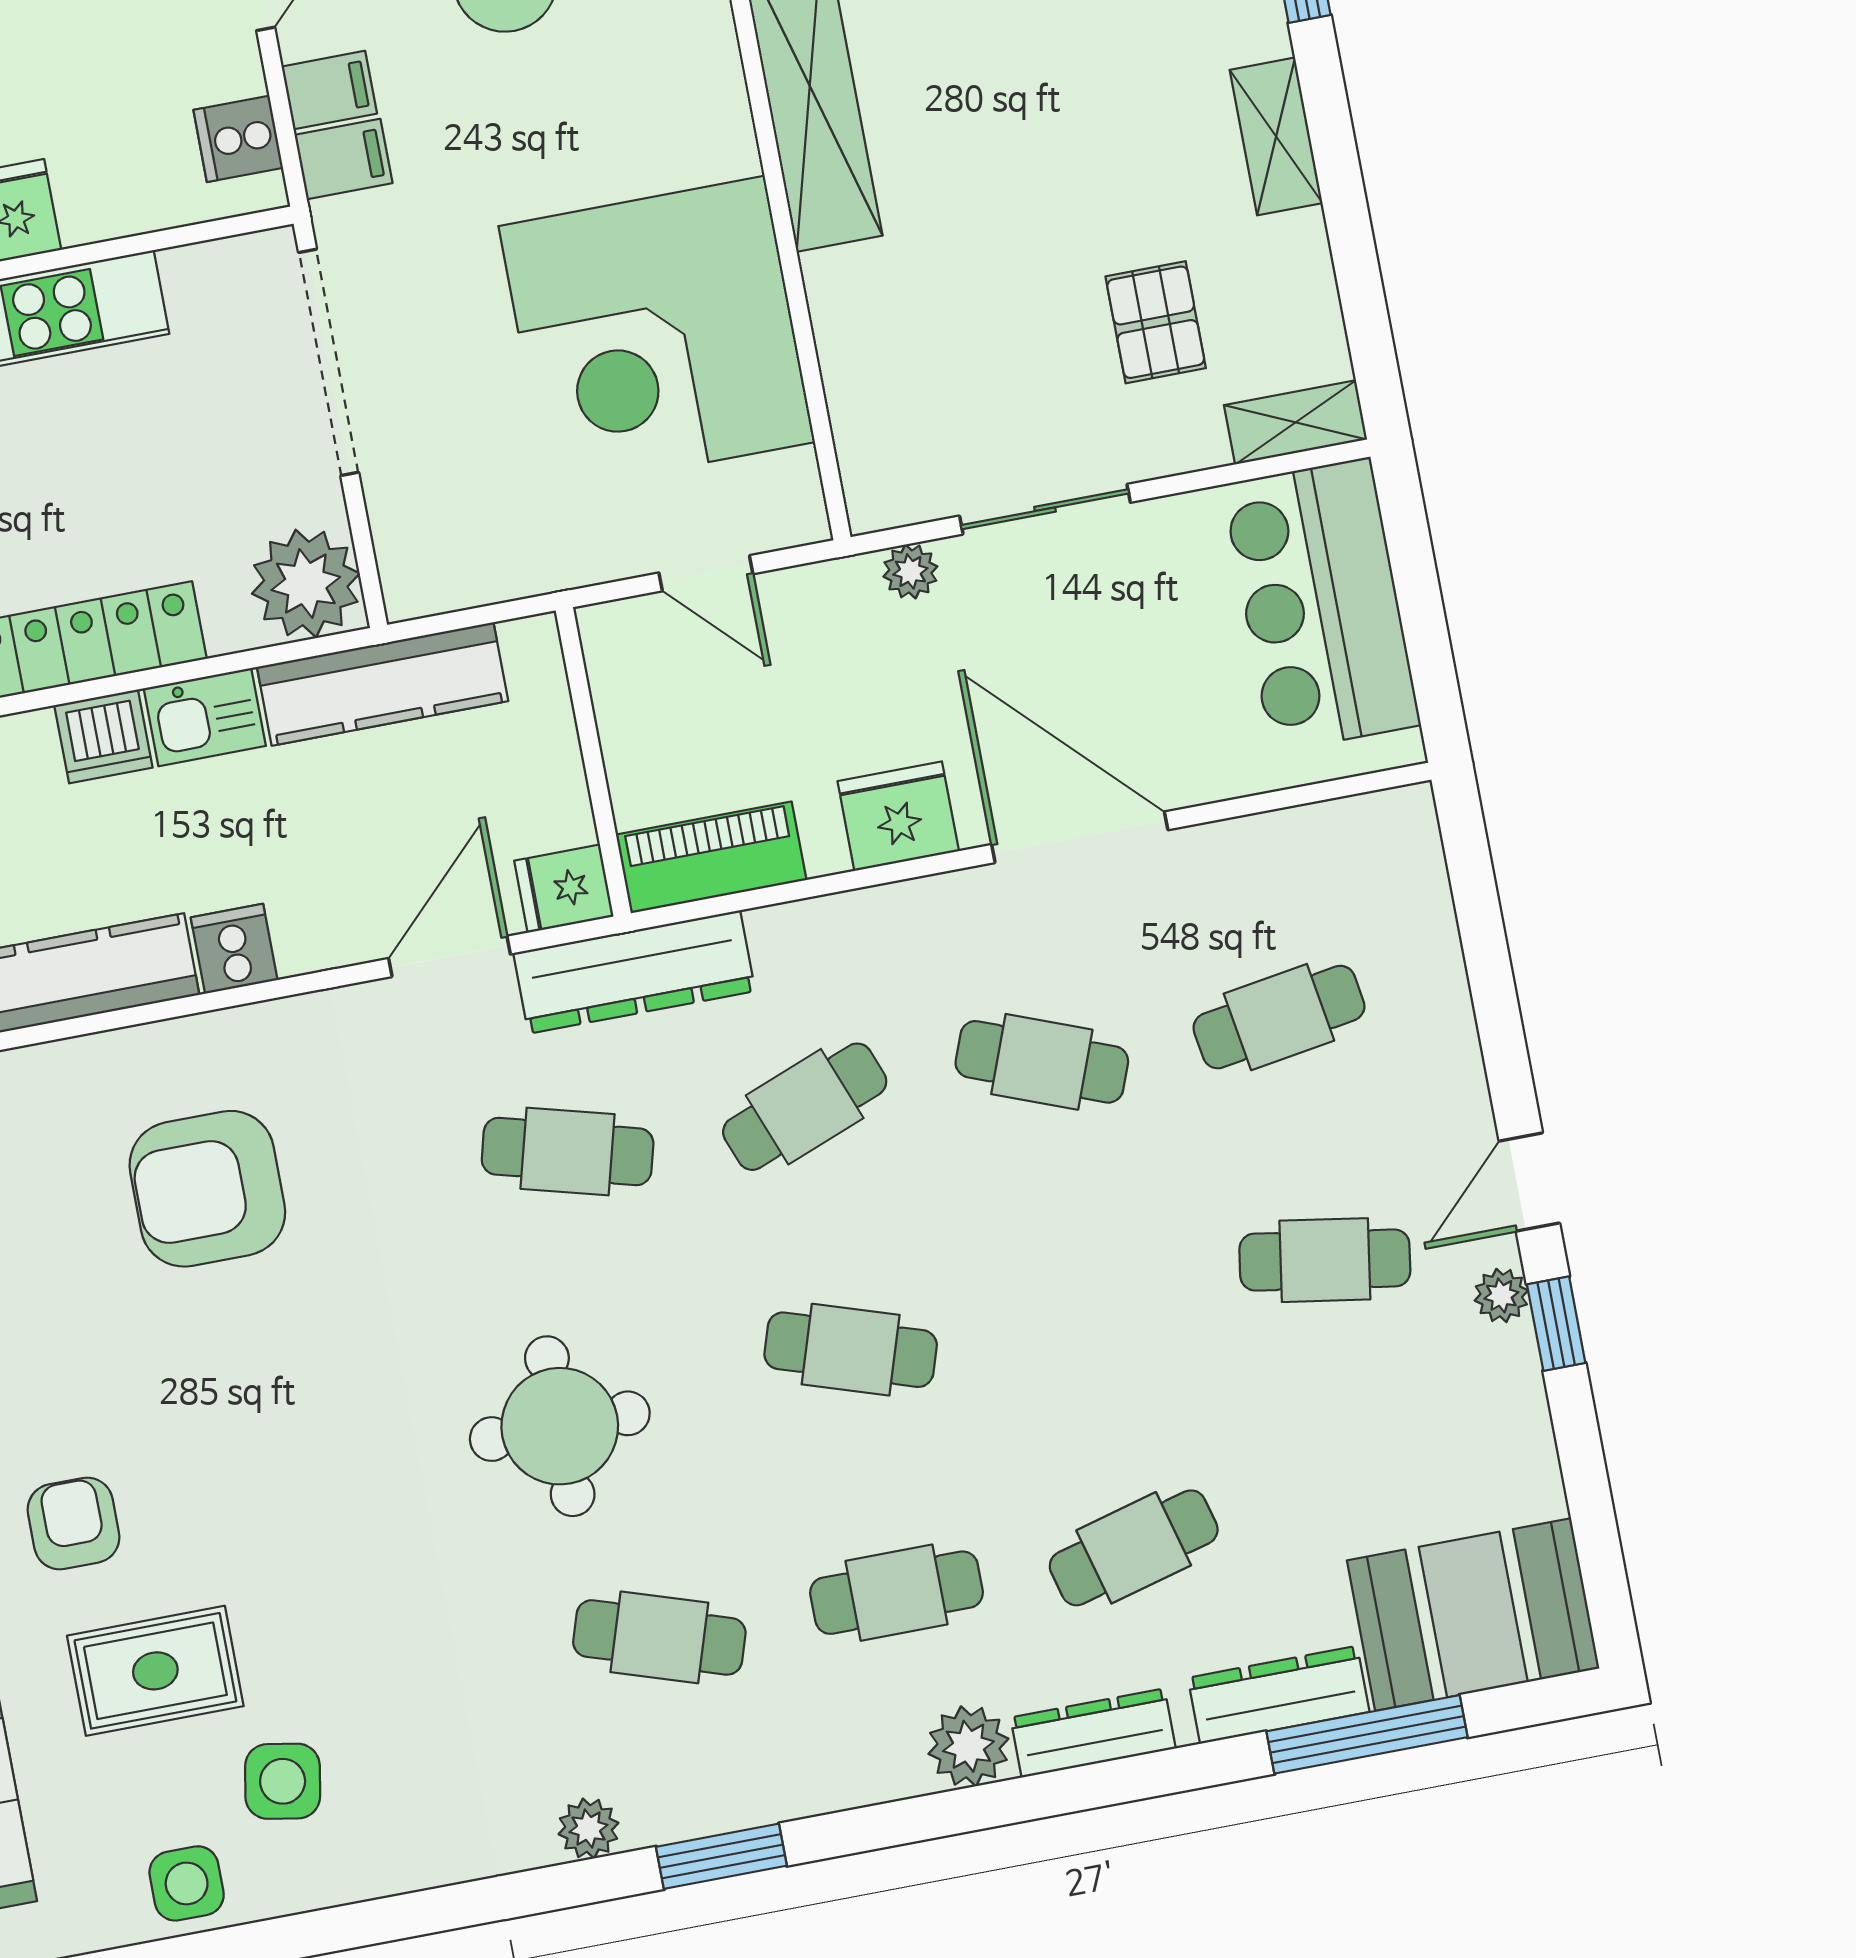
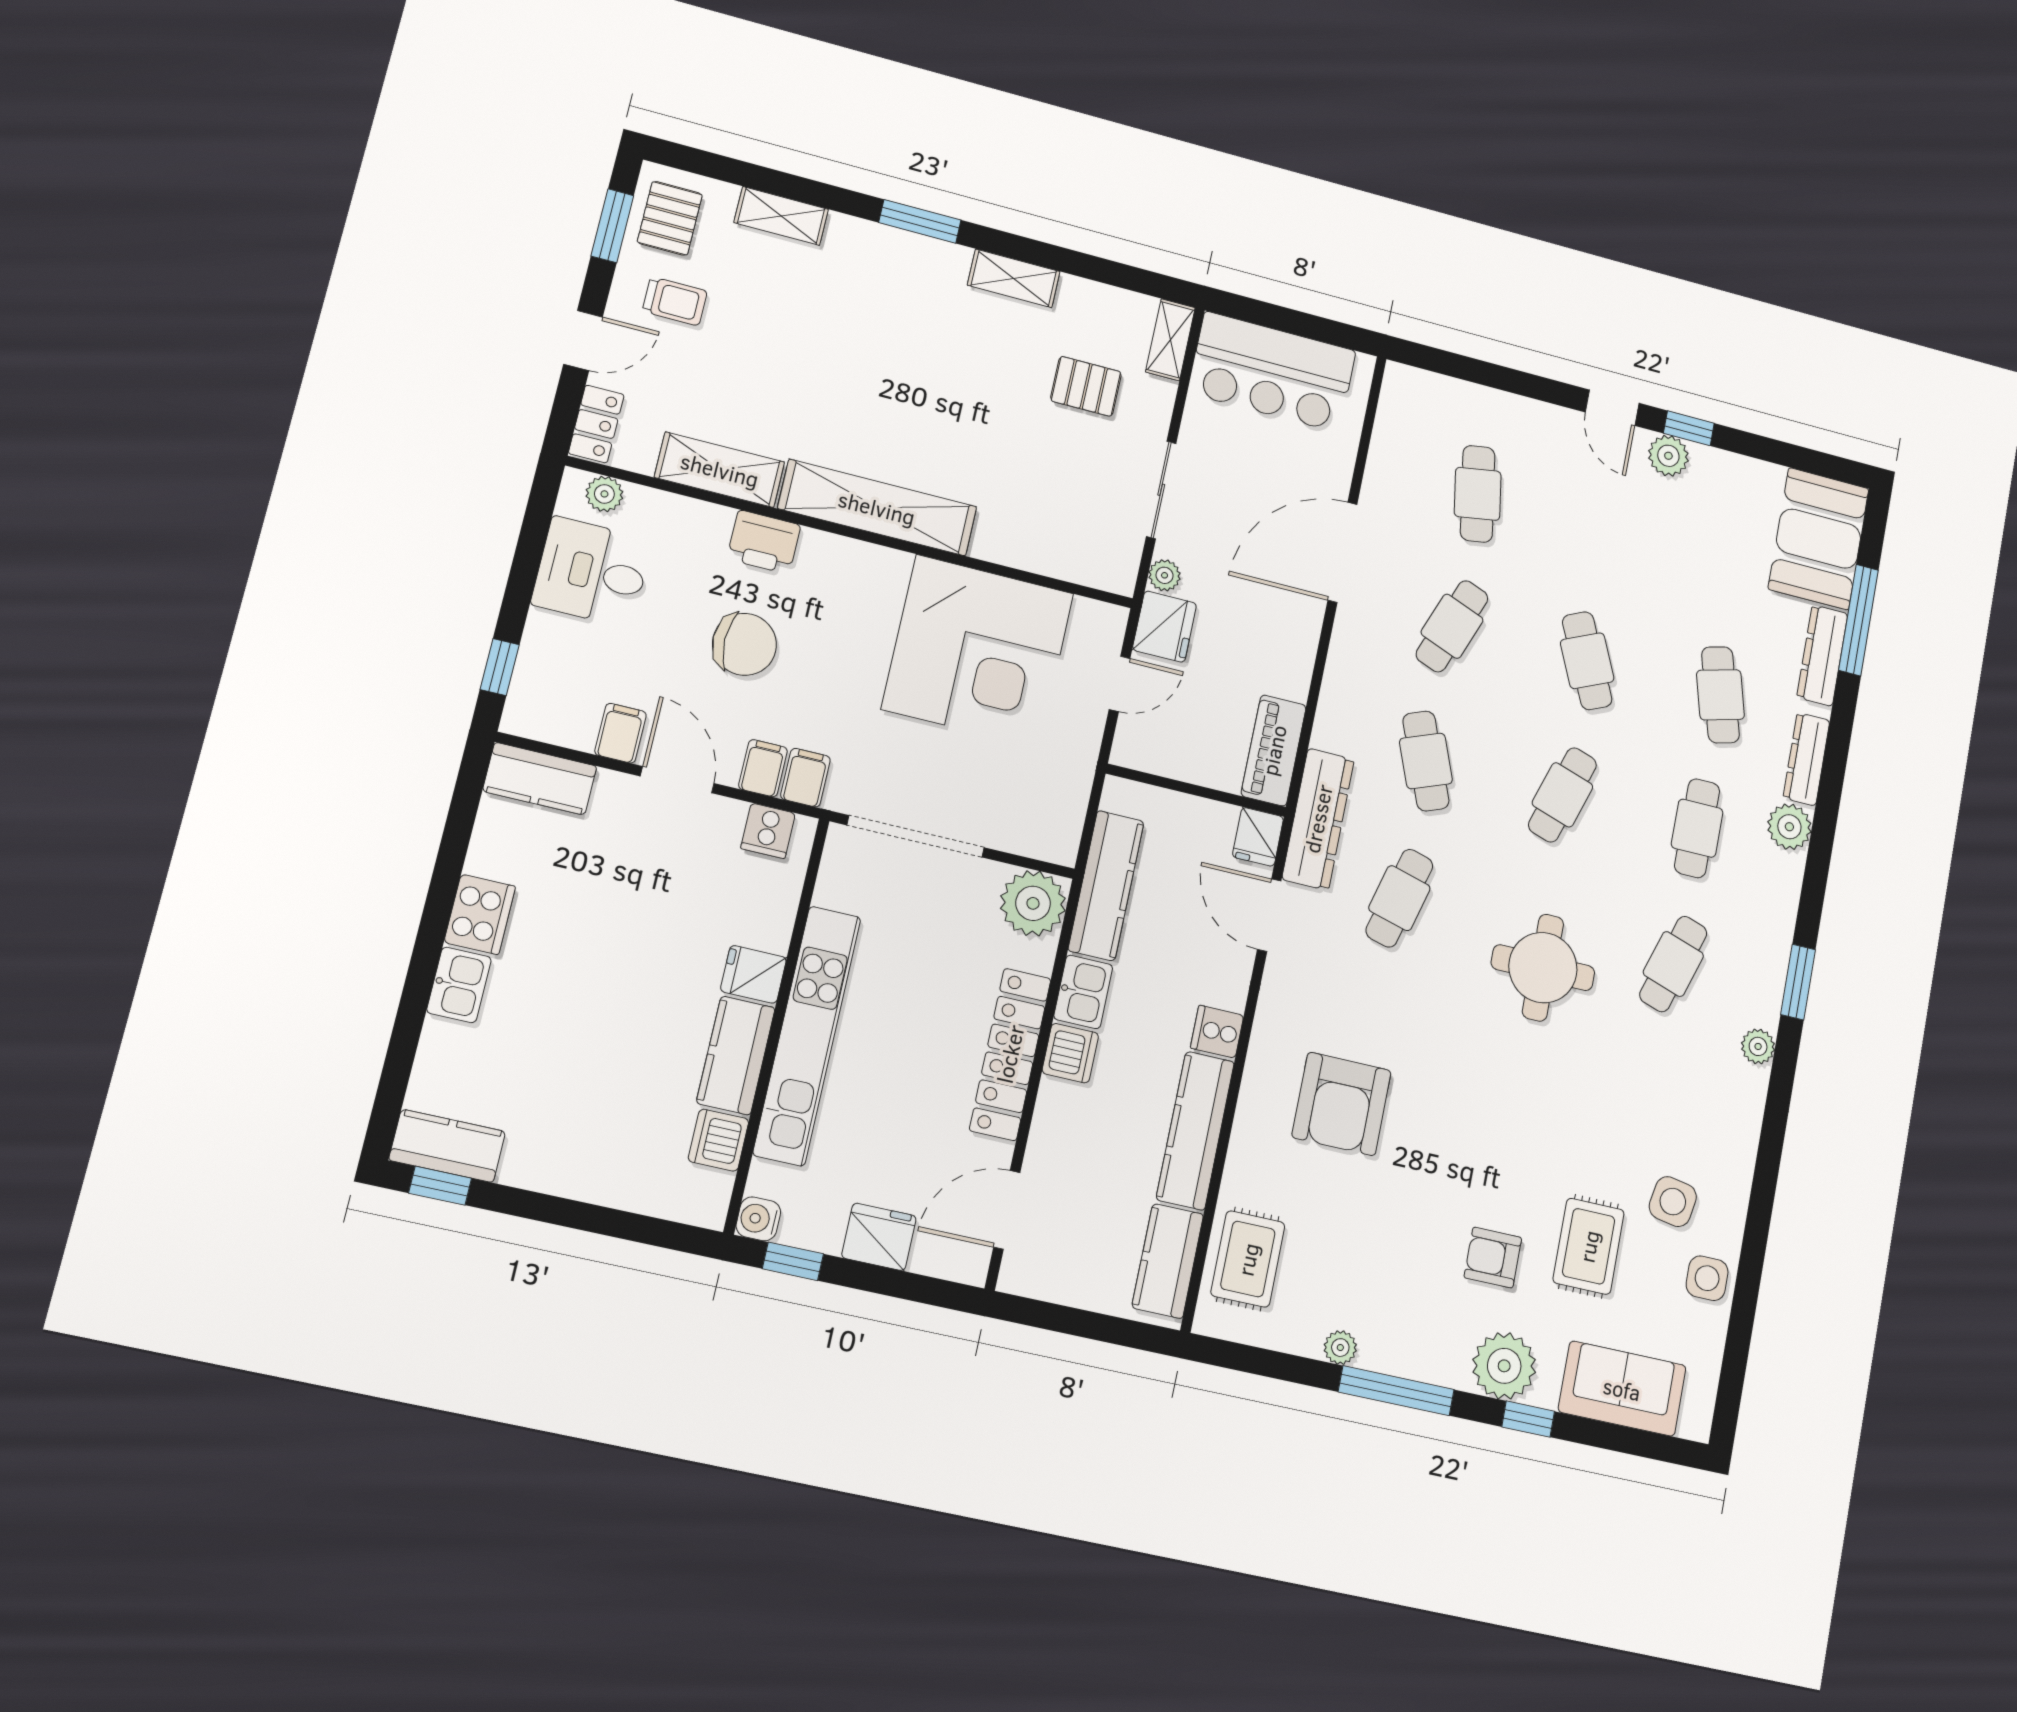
fridge: (898, 816) -> (1165, 627), moved, turned 180
cafe table: (1325, 1260) -> (1587, 661), moved, turned -33
plant: (1501, 1295) -> (1668, 456), width x1.38, depth x1.38

